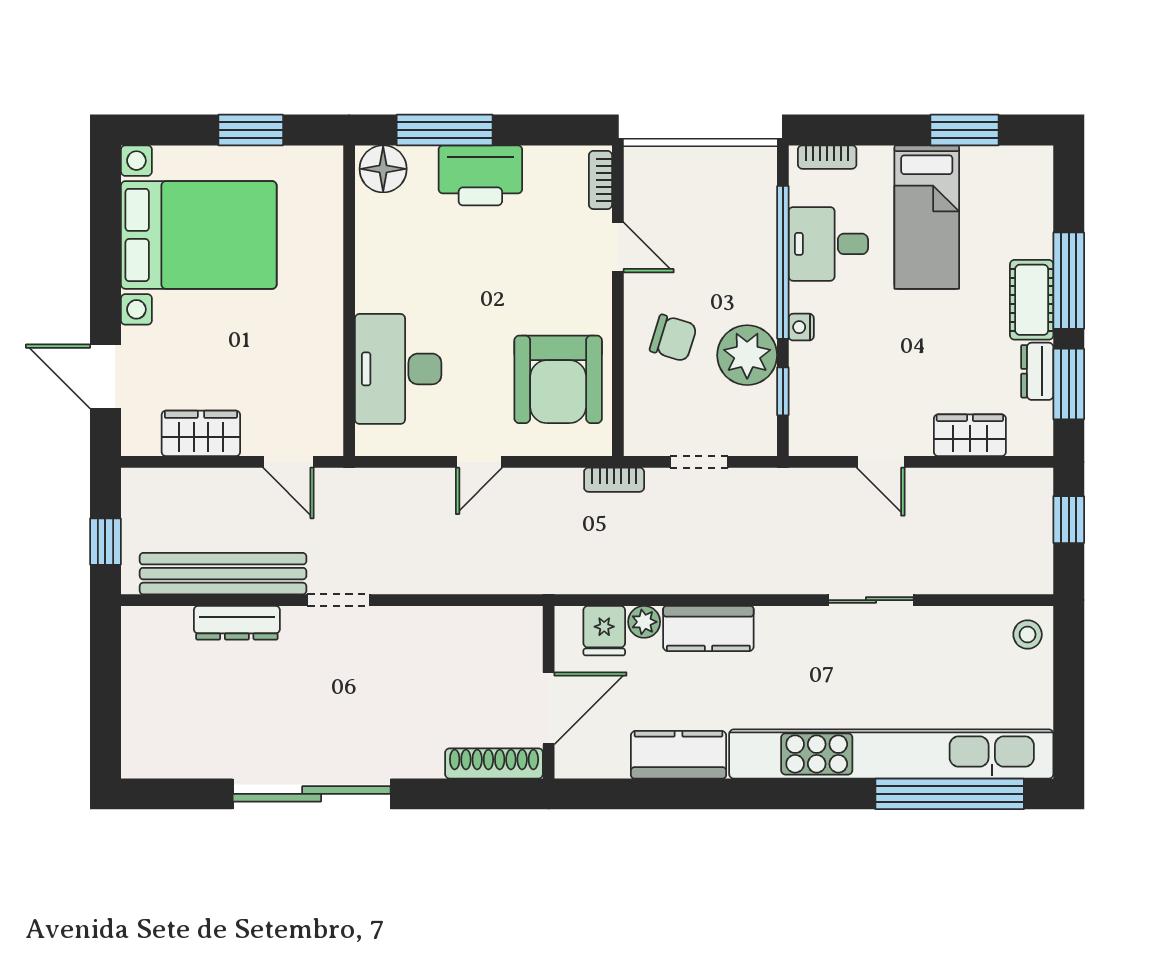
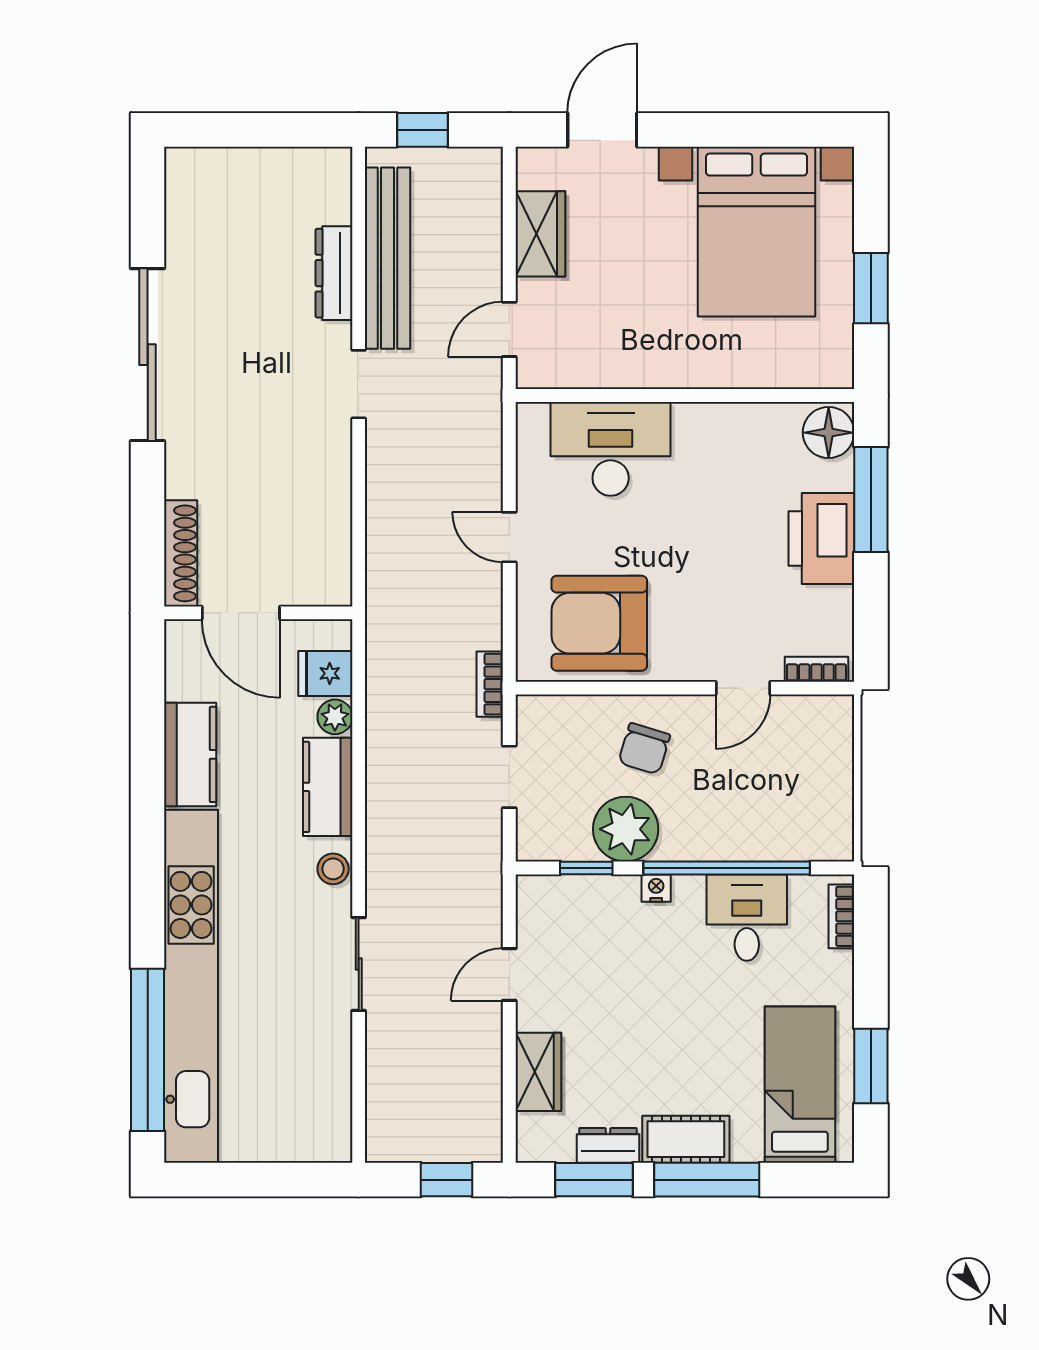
bed: (927, 217) -> (800, 1085), moved, turned 90
stool: (1028, 634) -> (333, 869), moved

